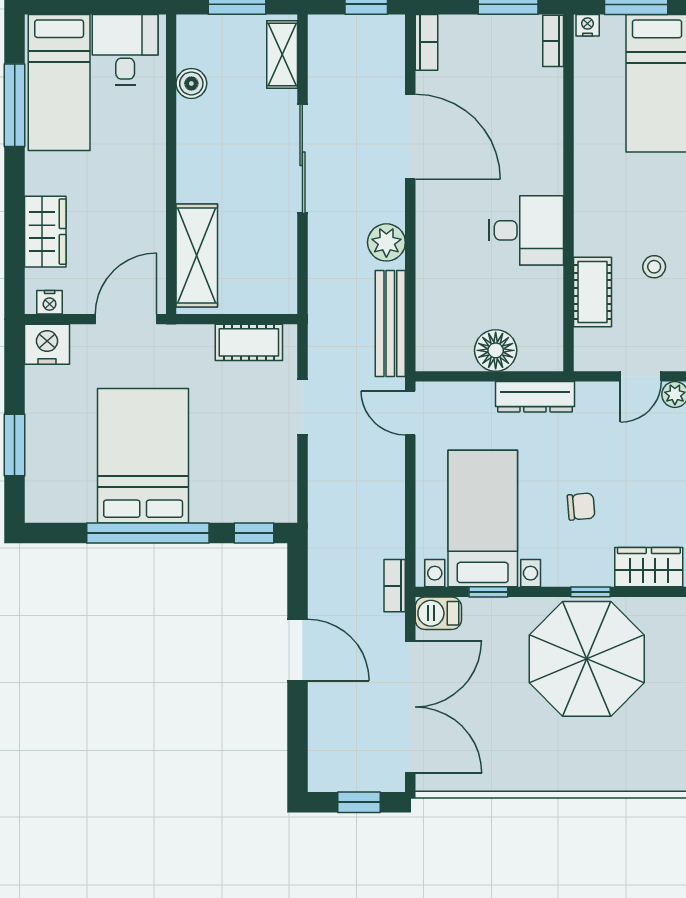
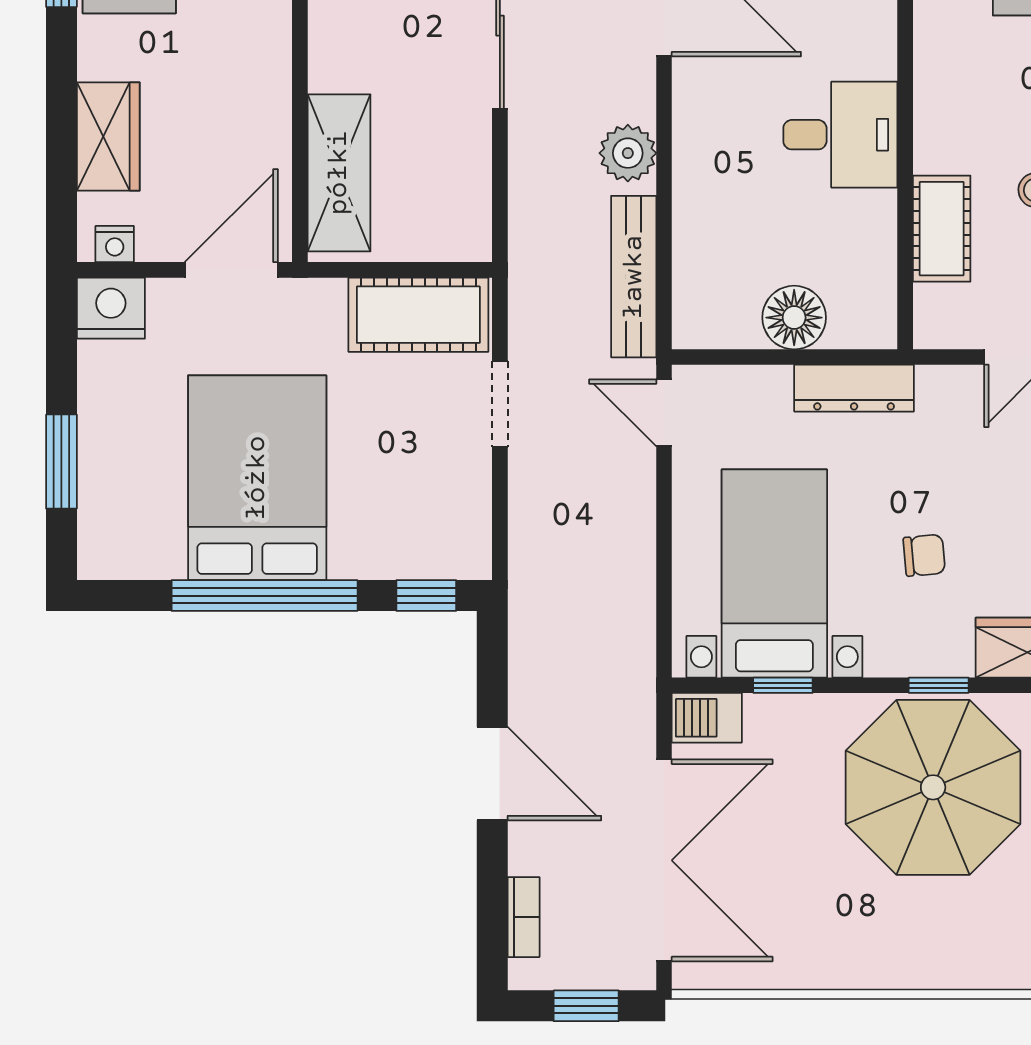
cot: (249, 342) -> (418, 315), width x1.37, depth x1.34
bookcase: (395, 586) -> (524, 917), moved, turned 180

